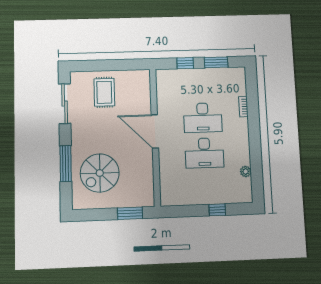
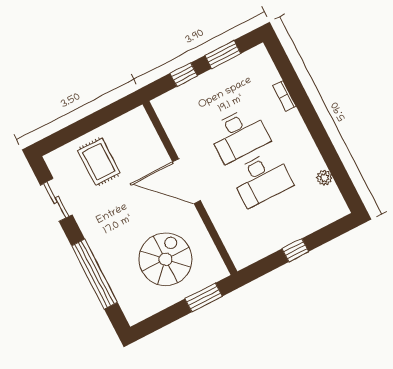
sliding door: (65, 104) -> (56, 200), width x0.73
window: (66, 164) -> (95, 274), width x1.46
spiral stairs: (100, 173) -> (166, 259), moved, turned 180
window: (217, 210) -> (295, 250), moved

